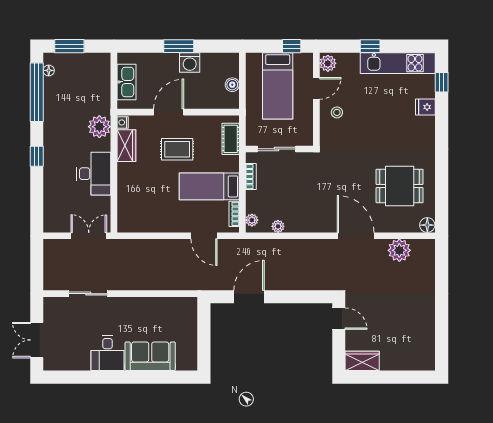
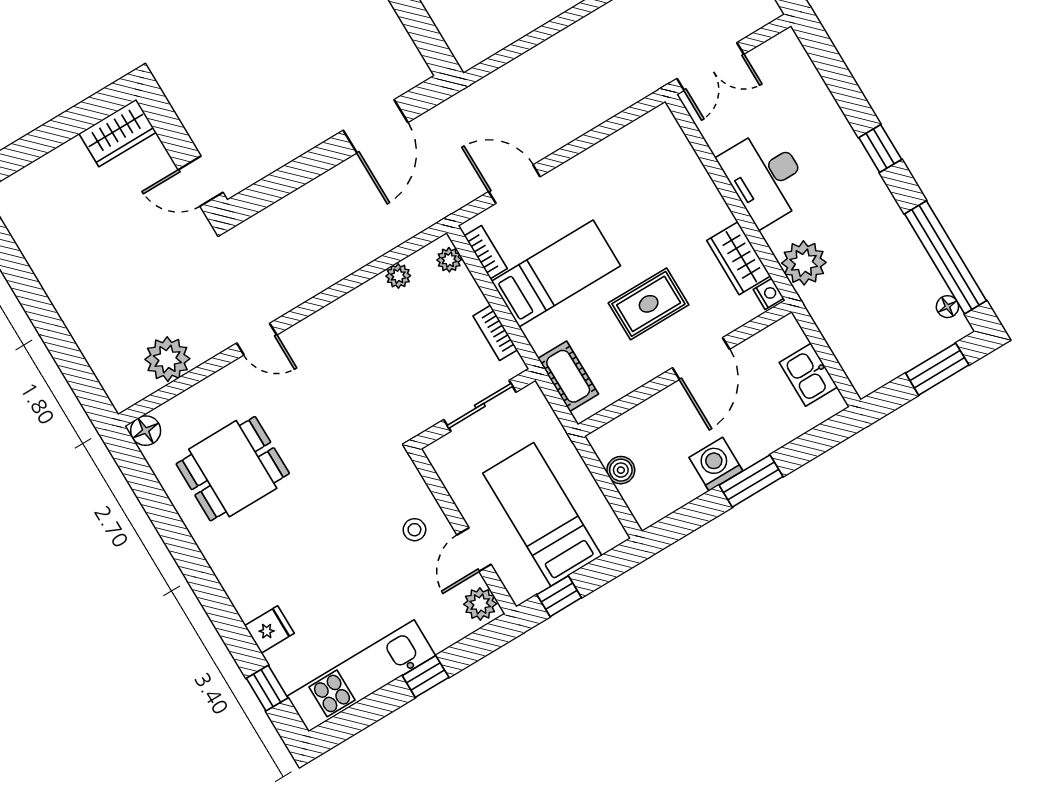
kitchen sink: (126, 82) -> (808, 375), width x0.73
door: (356, 236) -> (257, 339), width x0.53

